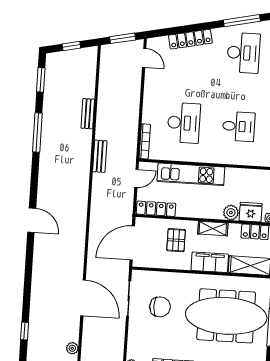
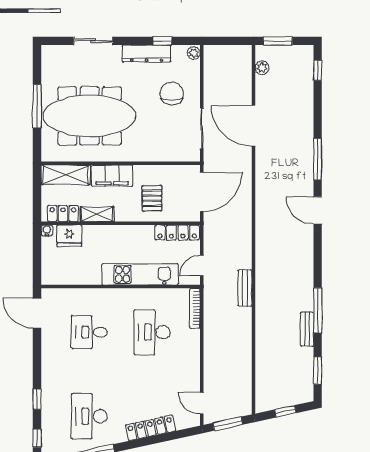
bench: (88, 114) -> (307, 329), moved
plant: (231, 213) -> (92, 234), removed
shelving: (213, 229) -> (97, 214), moved
window: (29, 265) -> (318, 159), added
chair: (160, 307) -> (172, 93), moved, turned 90
window: (25, 331) -> (318, 70), moved

